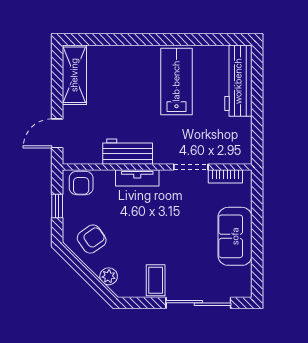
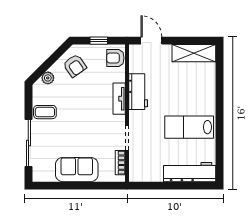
lab bench: (176, 81) -> (189, 127), turned 180

